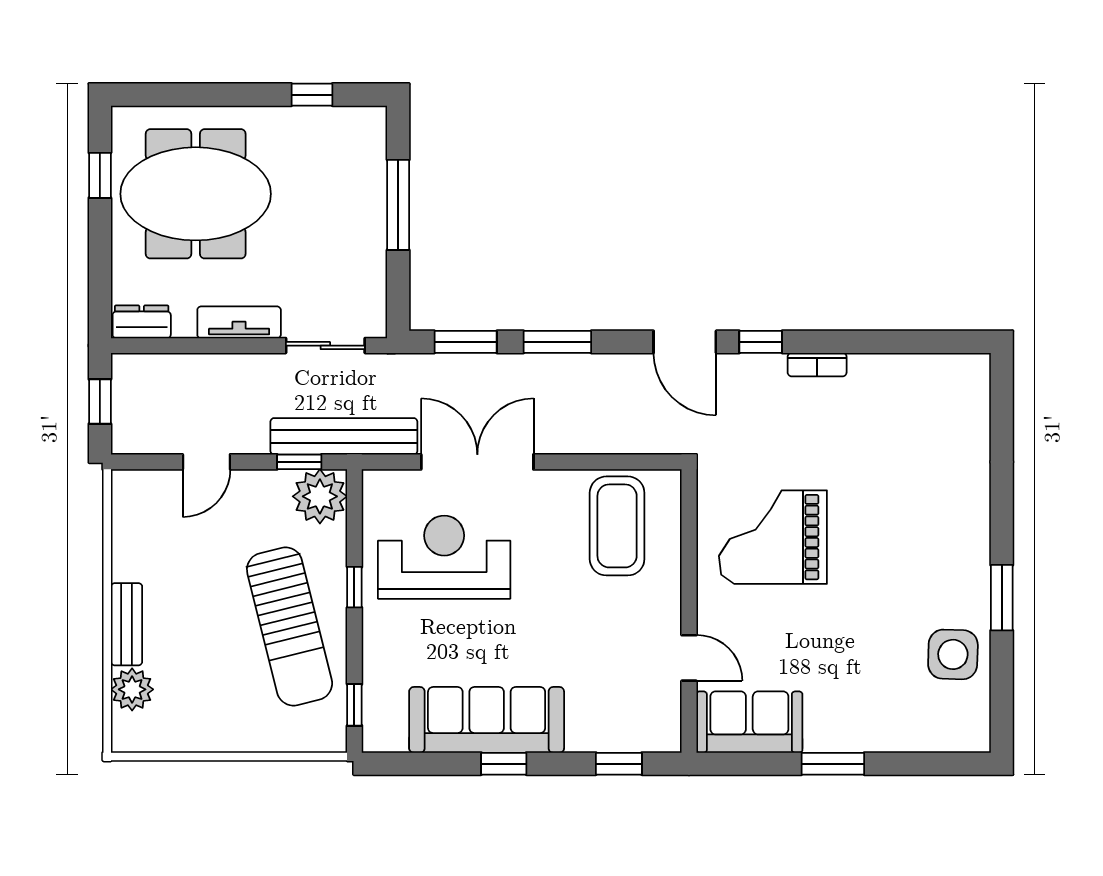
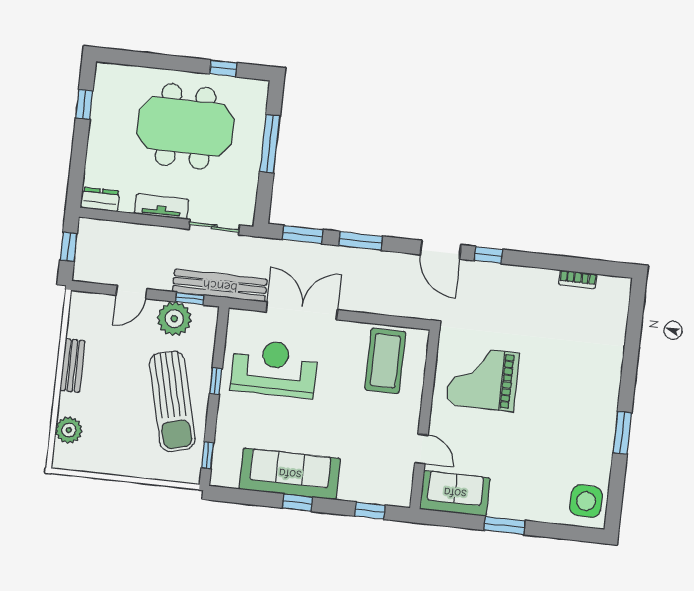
meeting table: (196, 194) -> (185, 126), moved
bookcase: (817, 365) -> (578, 279), moved
plant: (320, 496) -> (174, 319), moved
bench: (127, 624) -> (72, 365), moved
side table: (953, 654) -> (586, 501), moved

